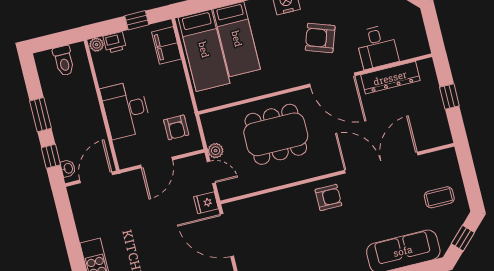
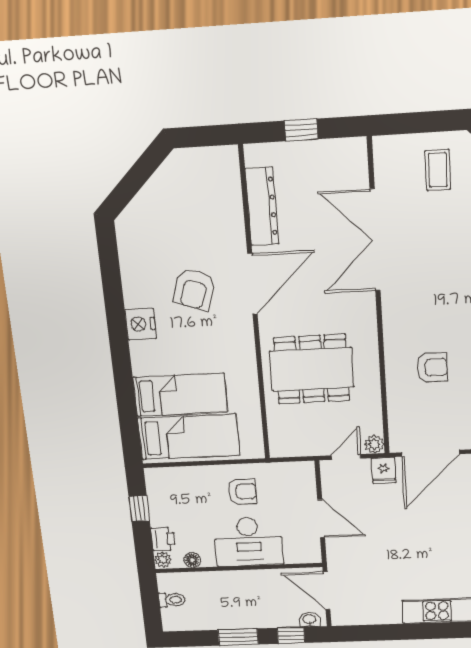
filing cabinet: (166, 45) -> (176, 480), removed
desk: (377, 47) -> (217, 217), removed
toilet: (64, 61) -> (172, 600), width x0.73, depth x0.72
floor lamp: (101, 68) -> (192, 560), added
armchair: (176, 127) -> (242, 492), moved
dining table: (276, 134) -> (312, 369), turned 90
plant: (216, 151) -> (374, 444), moved
armchair: (328, 197) -> (432, 367), moved, turned 90

